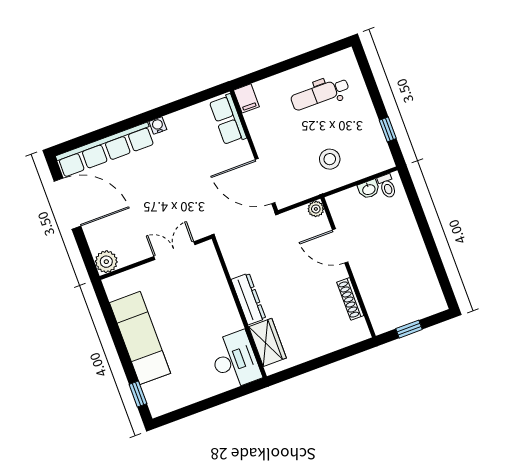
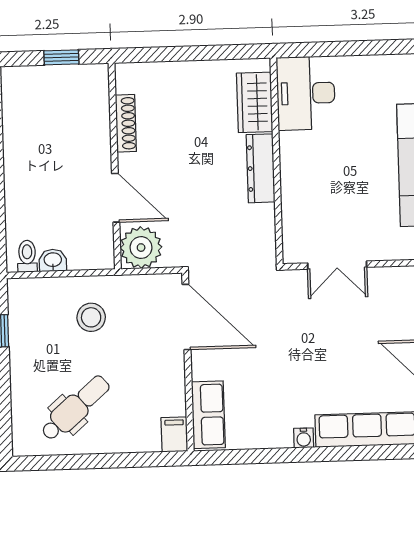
dental chair: (320, 94) -> (75, 408), turned -41
plant: (316, 209) -> (141, 248), width x1.87, depth x1.87

